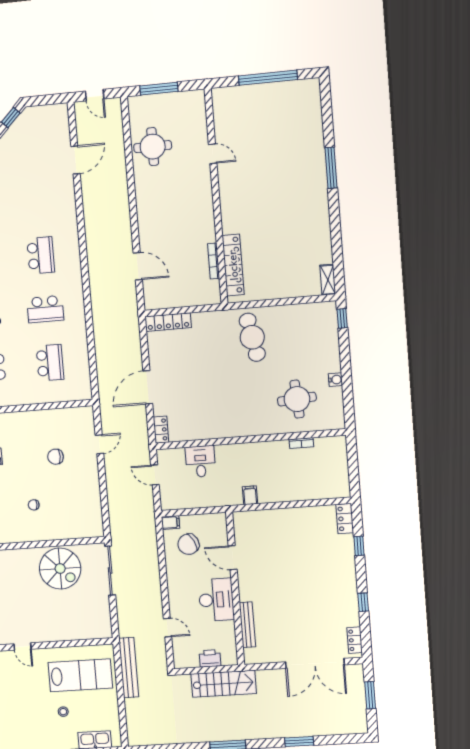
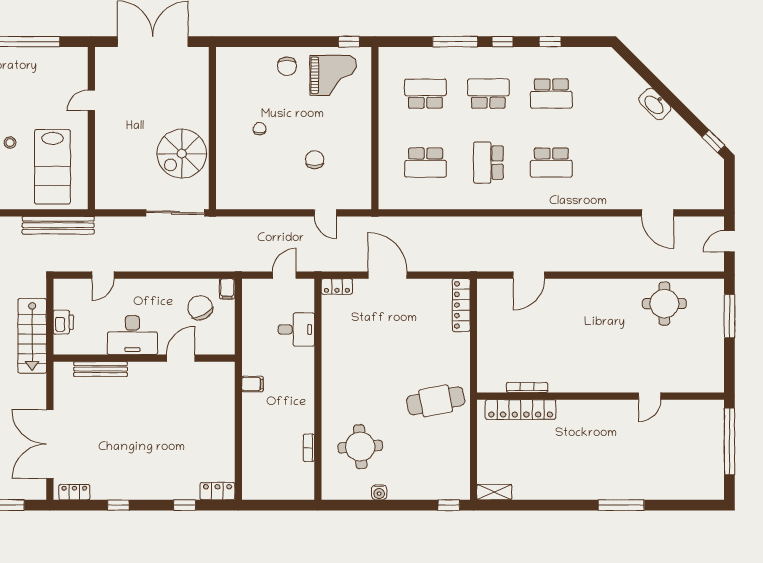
door: (213, 154) -> (650, 396), moved
wall: (216, 197) -> (601, 396), moved
bookcase: (214, 261) -> (527, 387), moved
locker: (233, 265) -> (521, 409), moved

